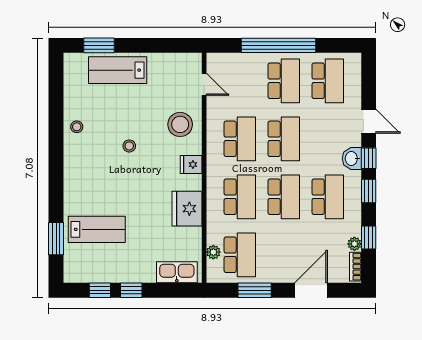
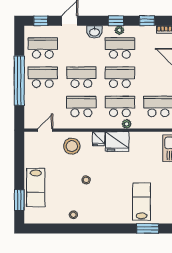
window: (369, 158) -> (41, 21), moved
fridge: (187, 209) -> (117, 141), moved
plant: (354, 244) -> (119, 30), moved
plant: (213, 252) -> (127, 124), moved

